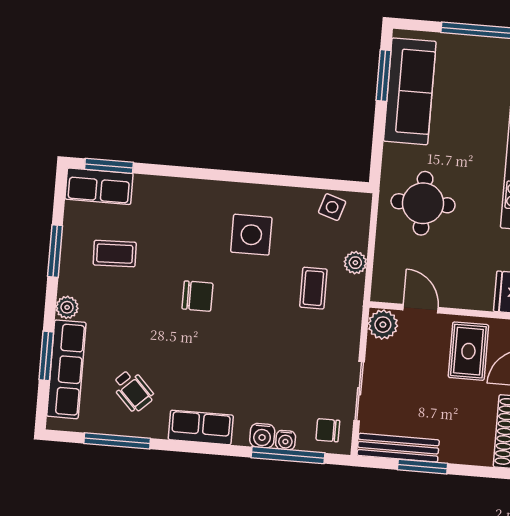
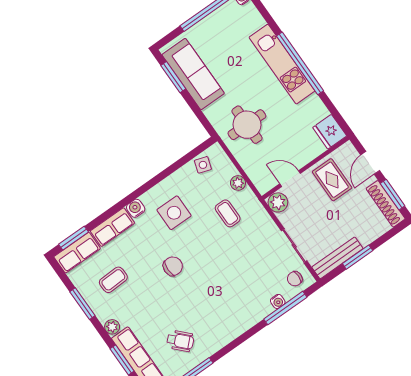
row of seats: (201, 427) -> (112, 227), moved, turned 180
water cooler: (262, 436) -> (136, 208), moved, turned 180

